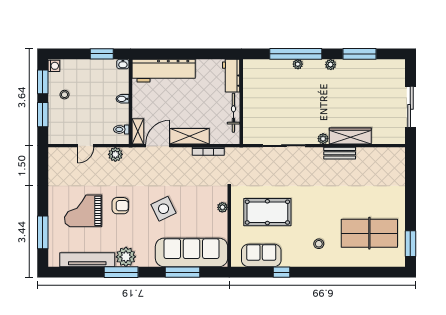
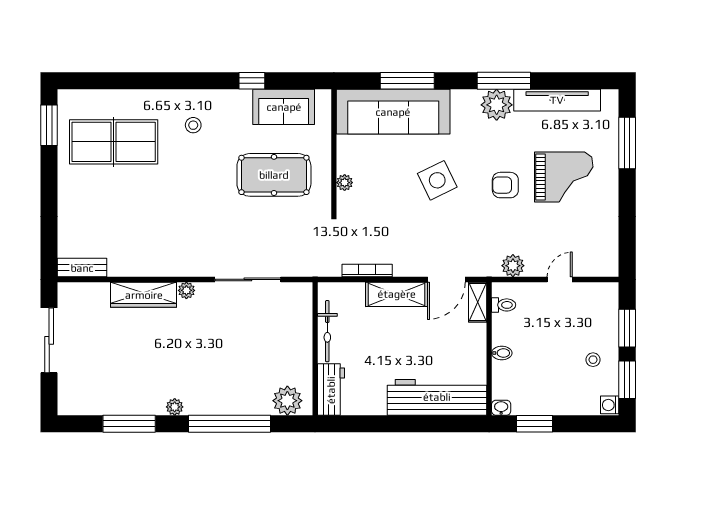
plant: (298, 64) -> (287, 401), moved, width x1.87, depth x1.87
bench: (340, 153) -> (82, 268), moved

